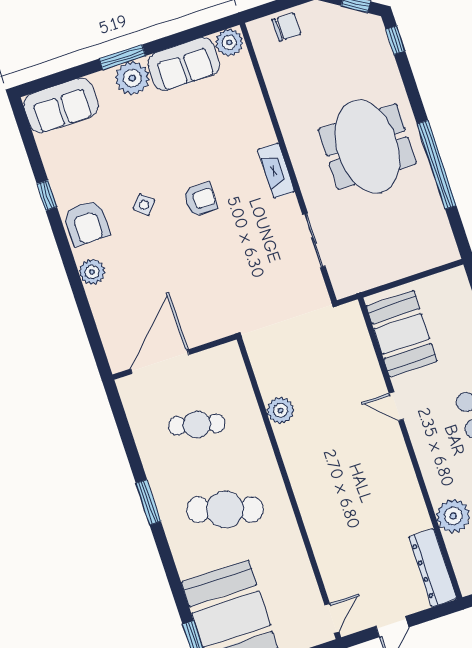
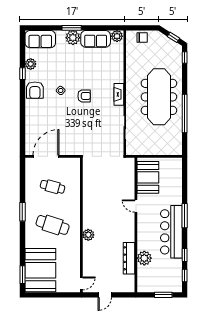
meeting table: (367, 146) -> (159, 97), width x1.36
plant: (92, 272) -> (31, 64), moved
plant: (280, 410) -> (88, 235), moved
dresser: (433, 568) -> (129, 258), moved

